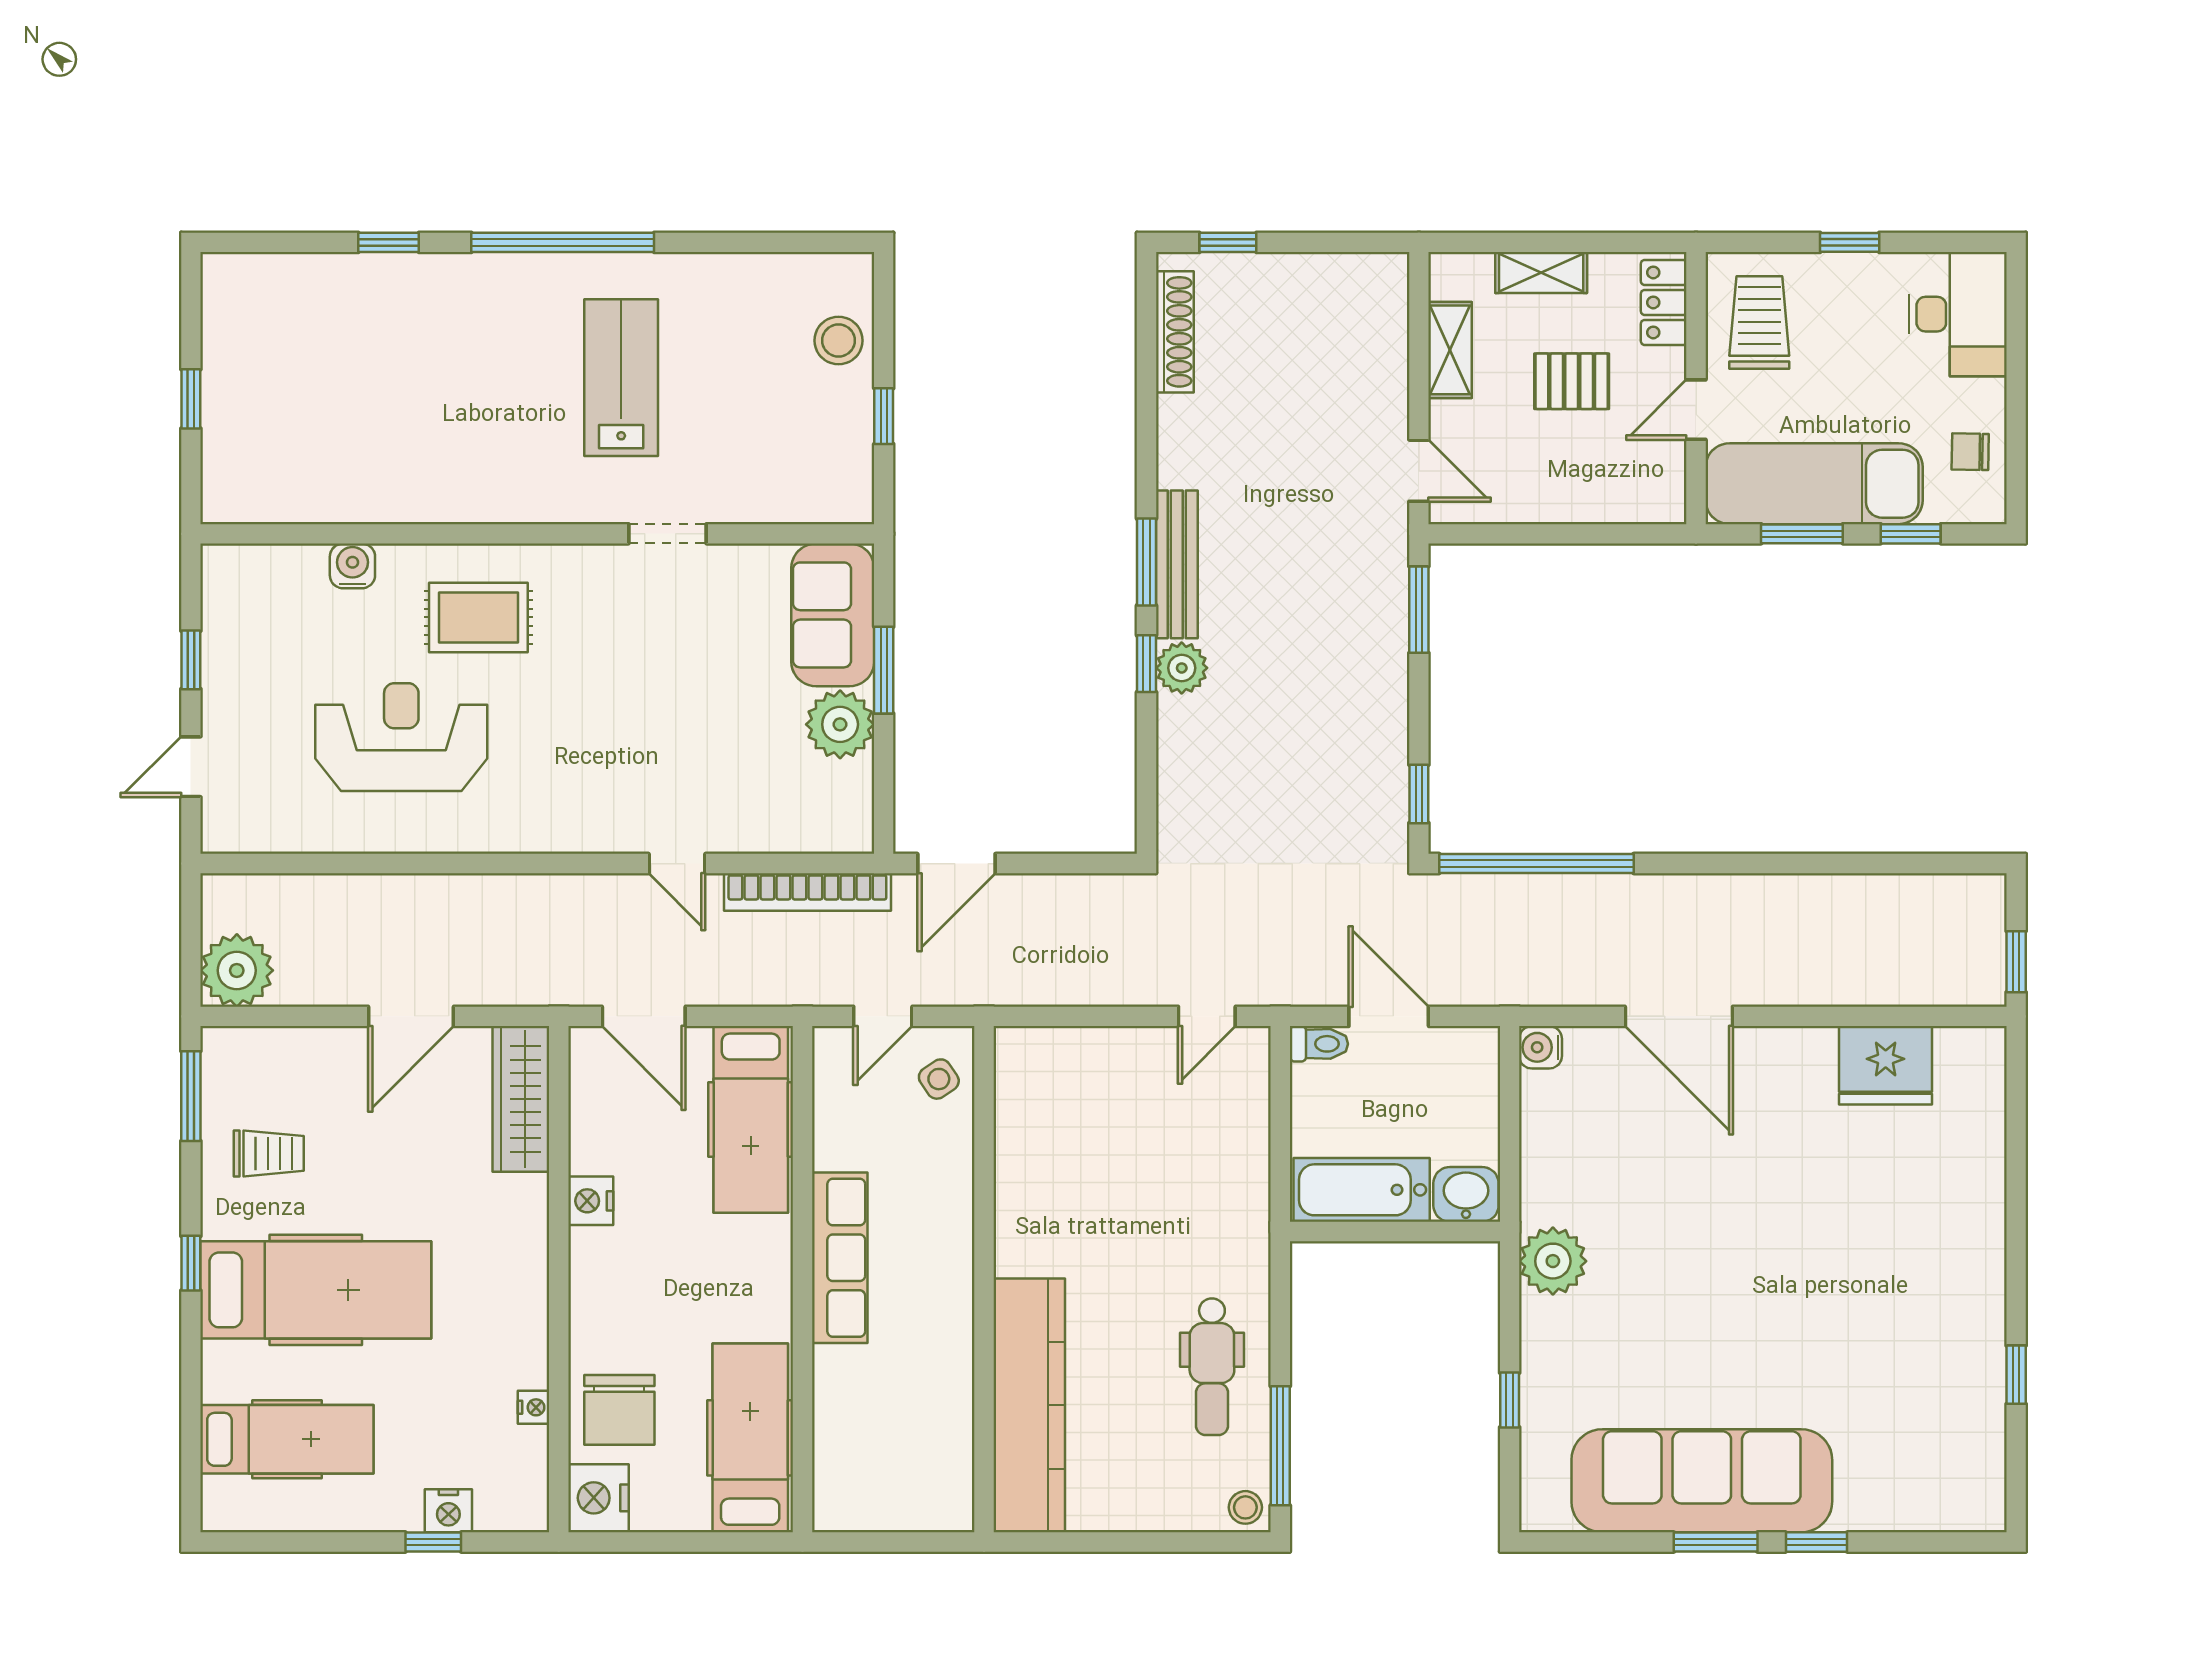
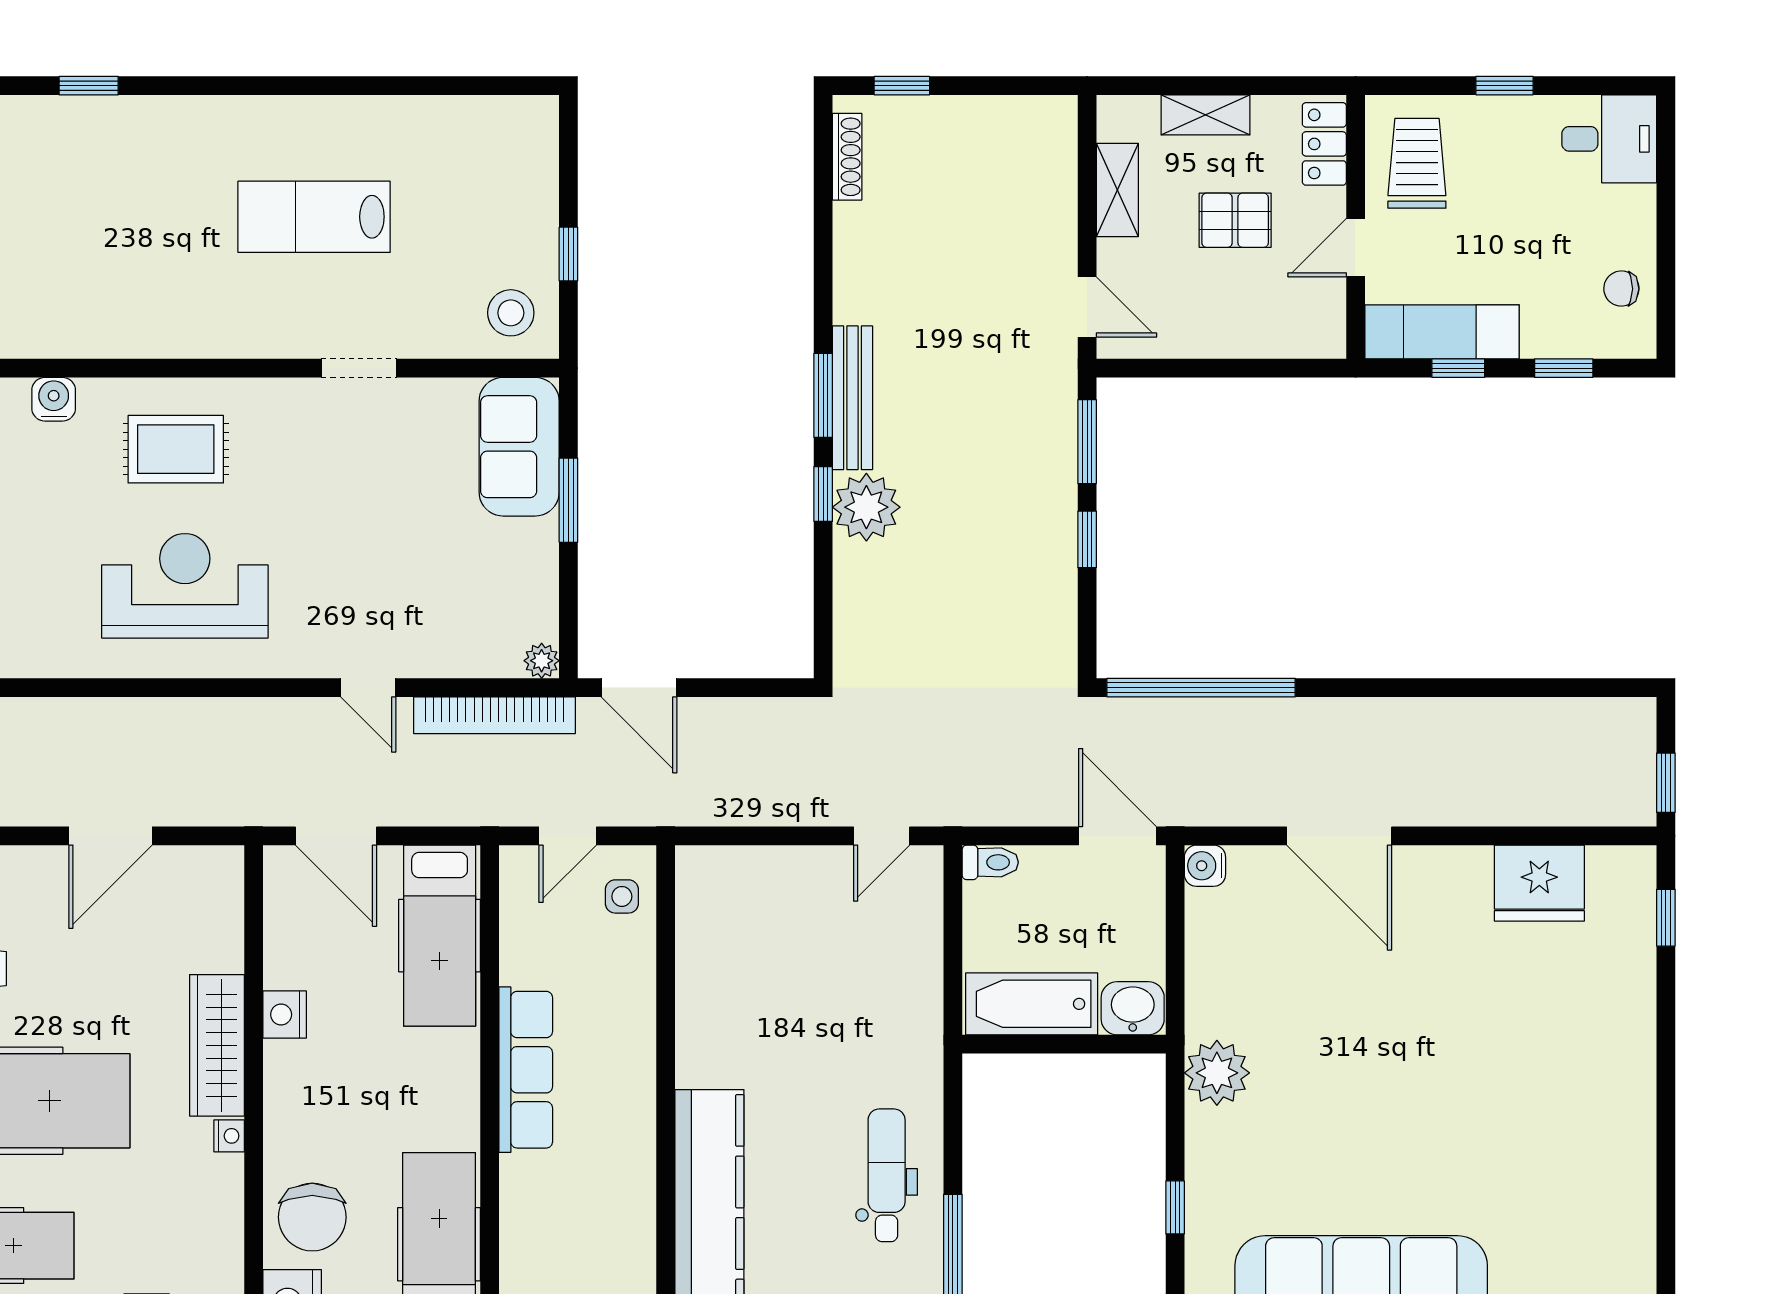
window: (563, 242) -> (257, 86), removed
desk: (1958, 314) -> (1609, 139), width x0.73
shoe rack: (1175, 332) -> (847, 157), width x0.74, depth x0.81
stool: (839, 341) -> (511, 313), moved
lab bench: (621, 378) -> (314, 217), turned -90
exam couch: (1814, 484) -> (1442, 332), width x0.73, depth x0.69
window: (1802, 534) -> (1458, 368), width x0.67
plant: (1182, 668) -> (866, 507), width x1.36, depth x1.36
plant: (840, 724) -> (542, 661), moved, width x0.53, depth x0.53
reception desk: (401, 737) -> (185, 586), moved
window: (1419, 794) -> (1087, 539), moved
door: (956, 864) -> (639, 688), hinge flipped
door: (1389, 1016) -> (1117, 836), moved
side table: (939, 1079) -> (622, 896), turned 34
wardrobe: (521, 1099) -> (217, 1045), moved
dental chair: (1212, 1367) -> (887, 1175), turned 180
window: (2016, 1375) -> (1666, 918), moved
nightstand: (534, 1407) -> (229, 1136), moved

